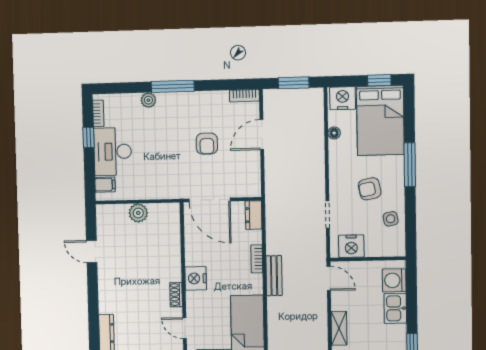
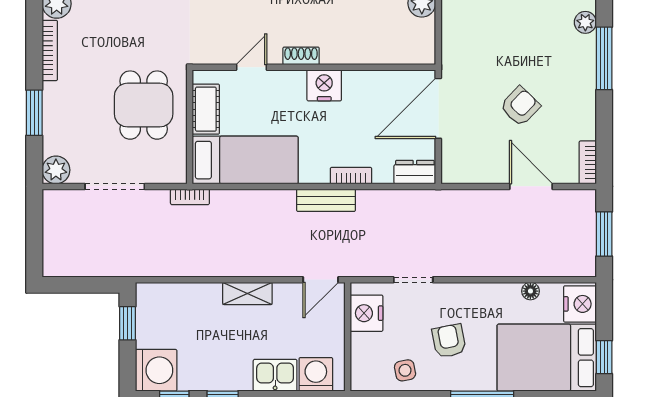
armchair: (207, 144) -> (520, 106), turned 134

